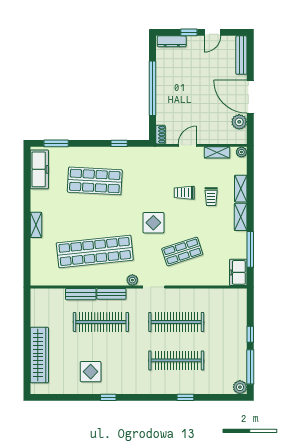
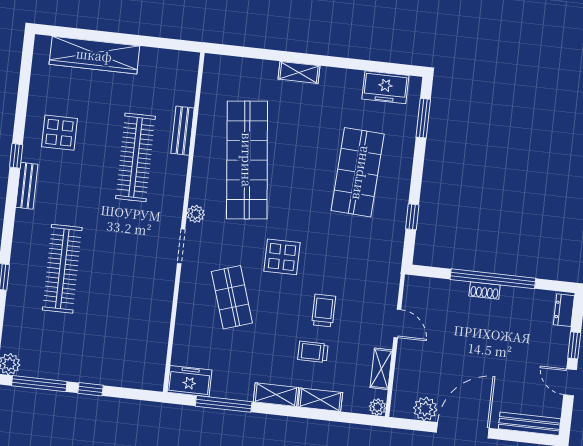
dresser: (172, 41) -> (564, 310), width x0.70
shoe rack: (161, 135) -> (485, 291), moved
freezer: (39, 169) -> (385, 87), width x0.71
bench: (111, 294) -> (27, 186), moved
clothes rail: (176, 322) -> (122, 275), removed

